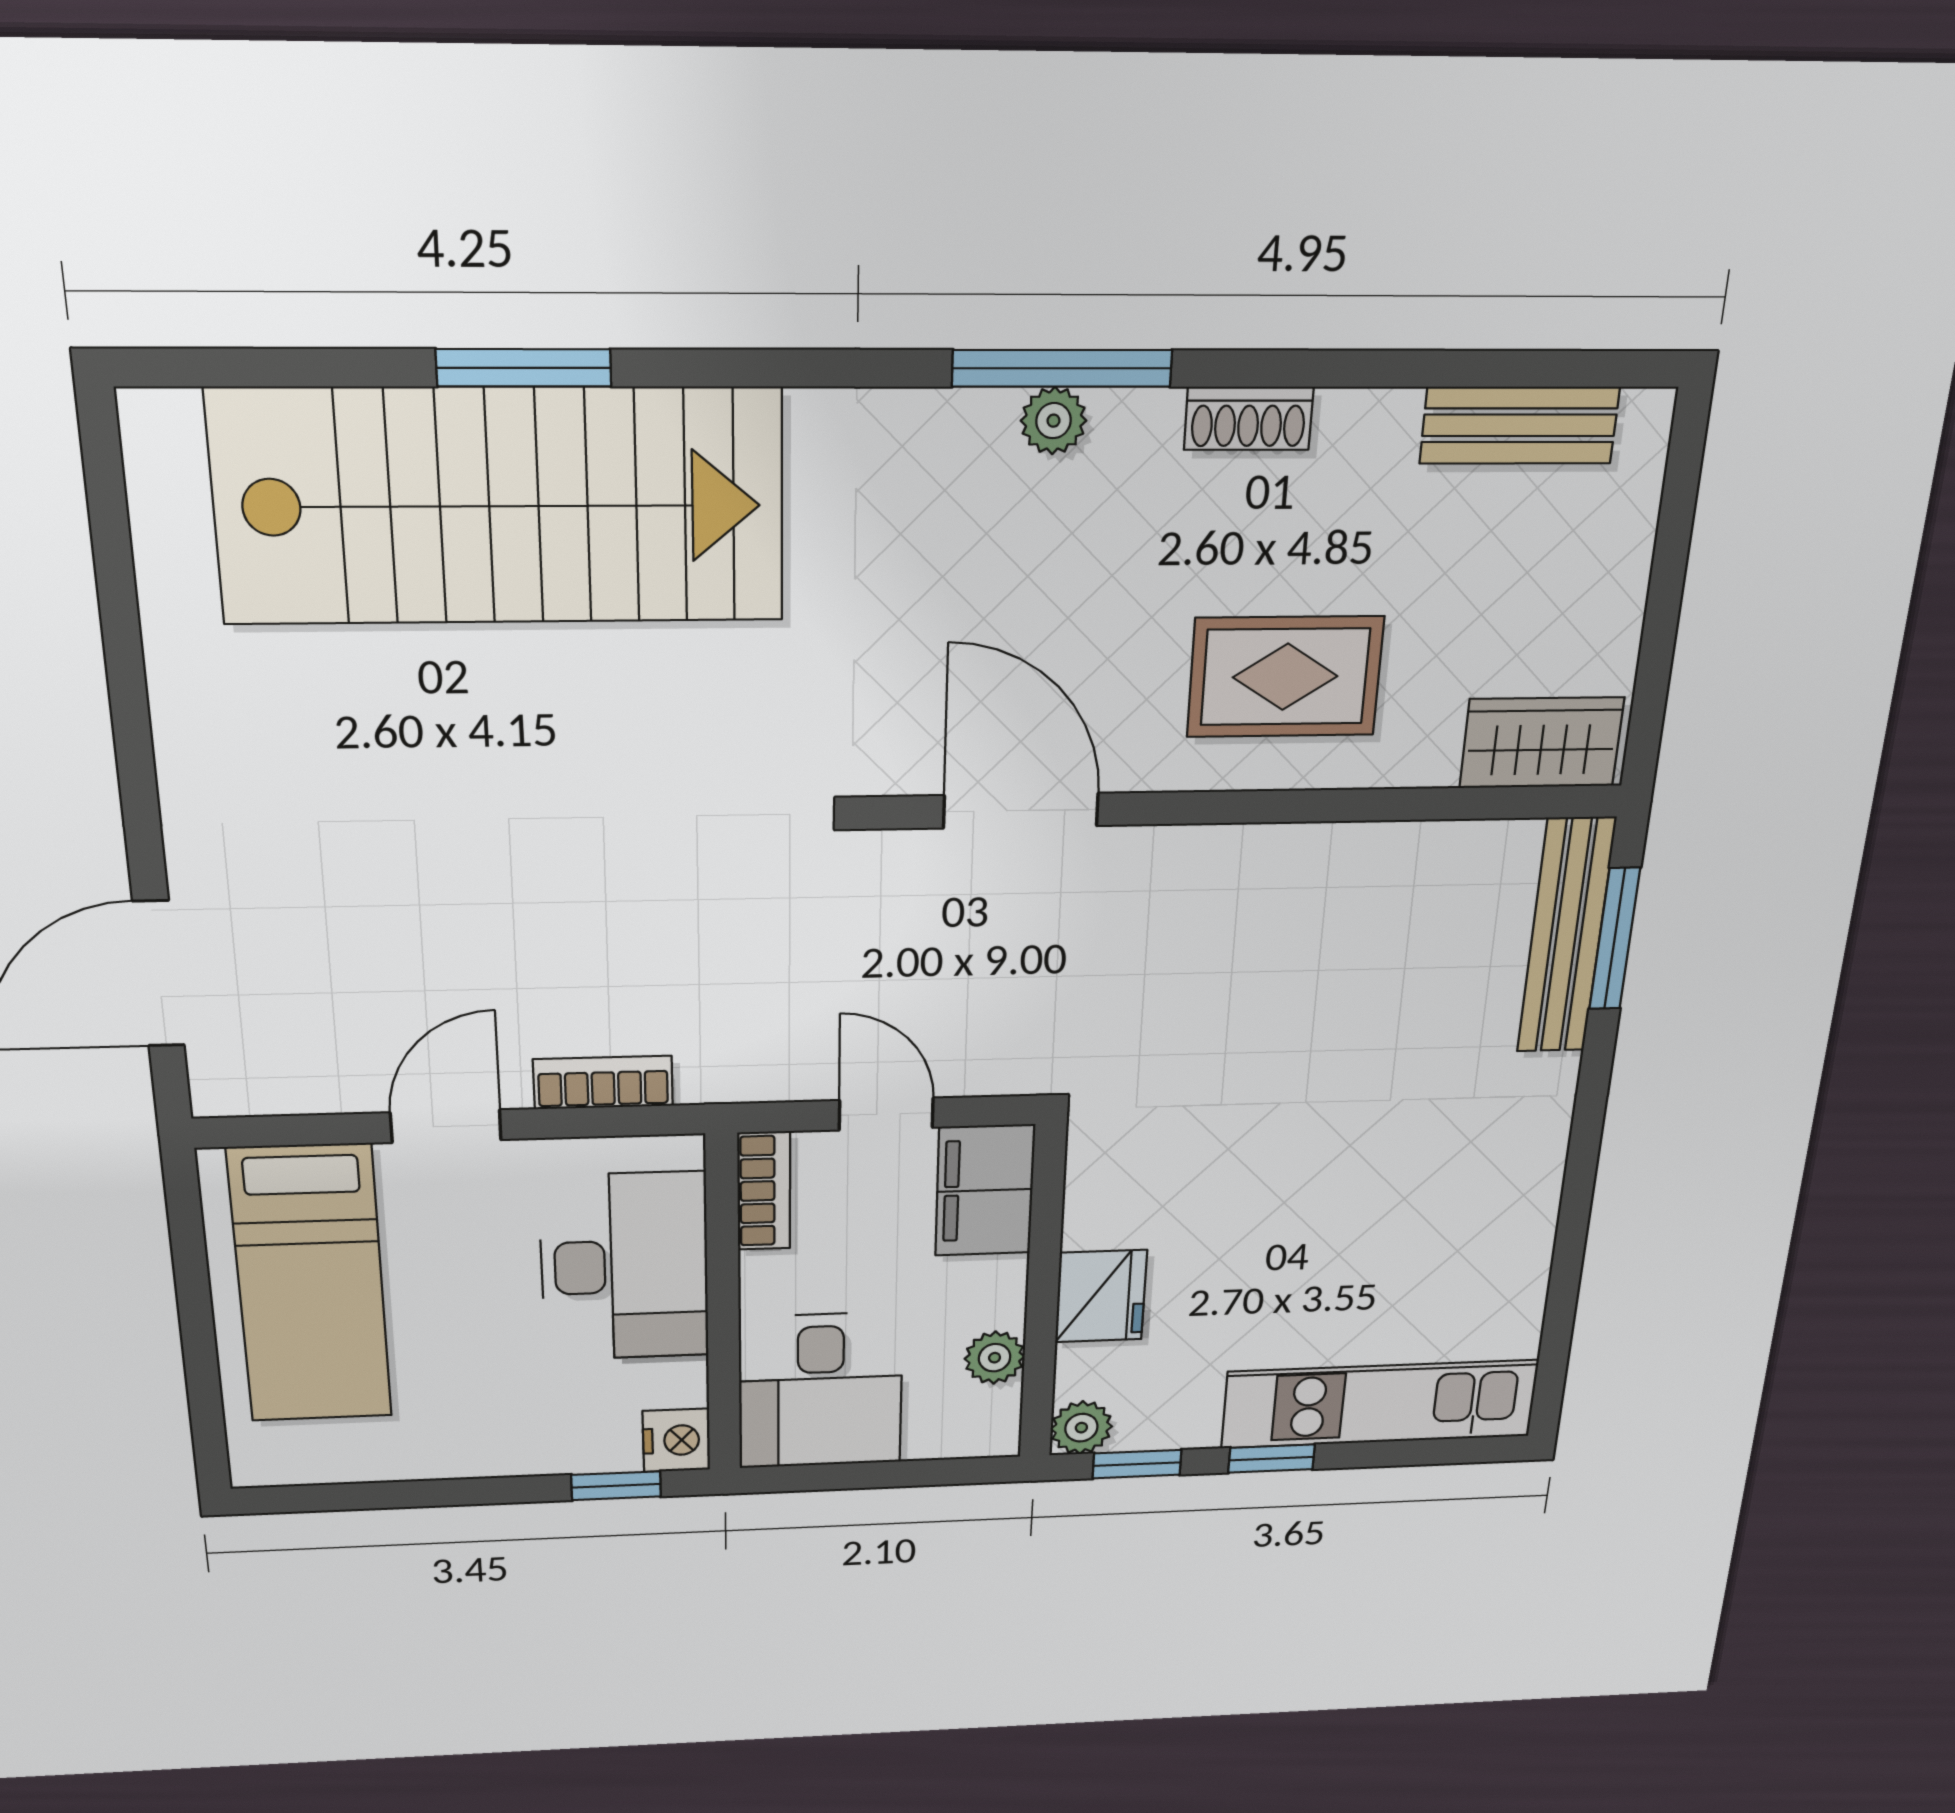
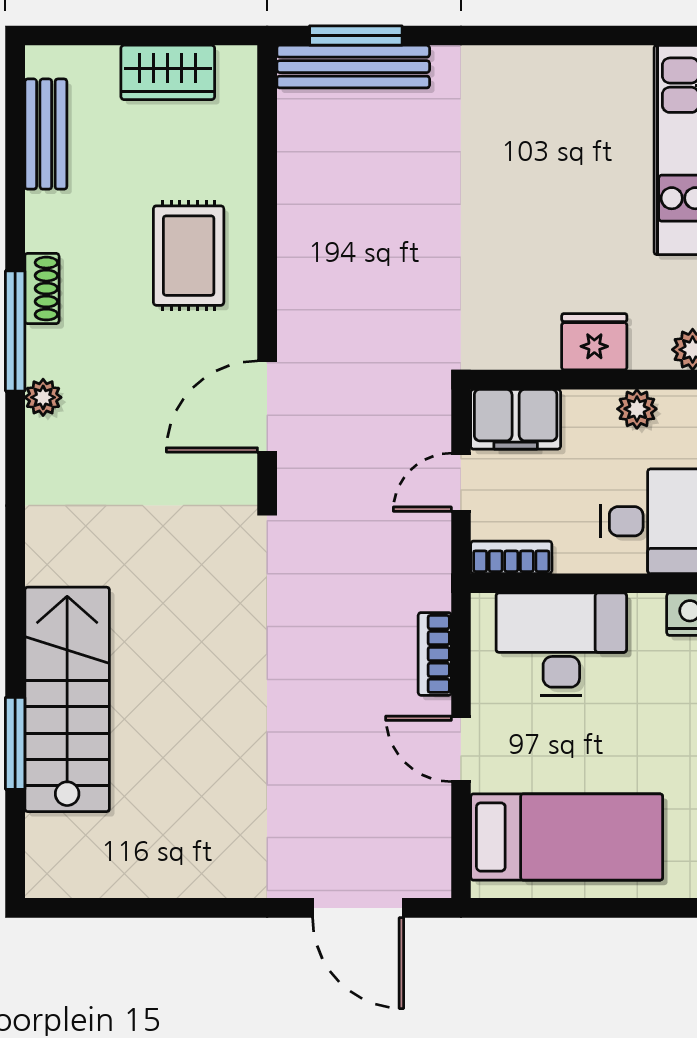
window: (524, 368) -> (15, 743), moved
window: (1062, 368) -> (15, 331), moved
stairs: (501, 506) -> (67, 699), width x0.73, depth x0.66
wardrobe: (1542, 743) -> (168, 72), moved, turned -90

